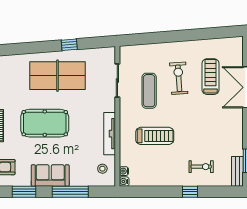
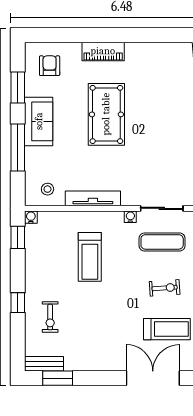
table tennis table: (57, 76) -> (168, 131), removed
exercise bike: (179, 78) -> (165, 288), width x0.73, depth x0.72
exercise mat: (149, 91) -> (162, 242), moved
water cooler: (124, 171) -> (130, 217), moved
window: (140, 192) -> (18, 237), added

